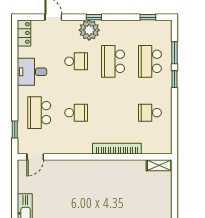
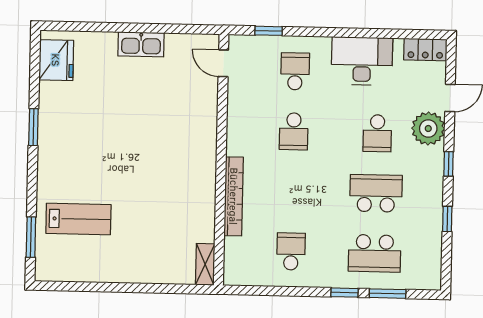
window: (148, 17) -> (447, 219), moved
plant: (89, 30) -> (428, 128), moved
school desk: (150, 61) -> (375, 253), turned 180
desk: (32, 72) -> (362, 61), width x1.37
school desk: (39, 113) -> (295, 71), width x0.54

